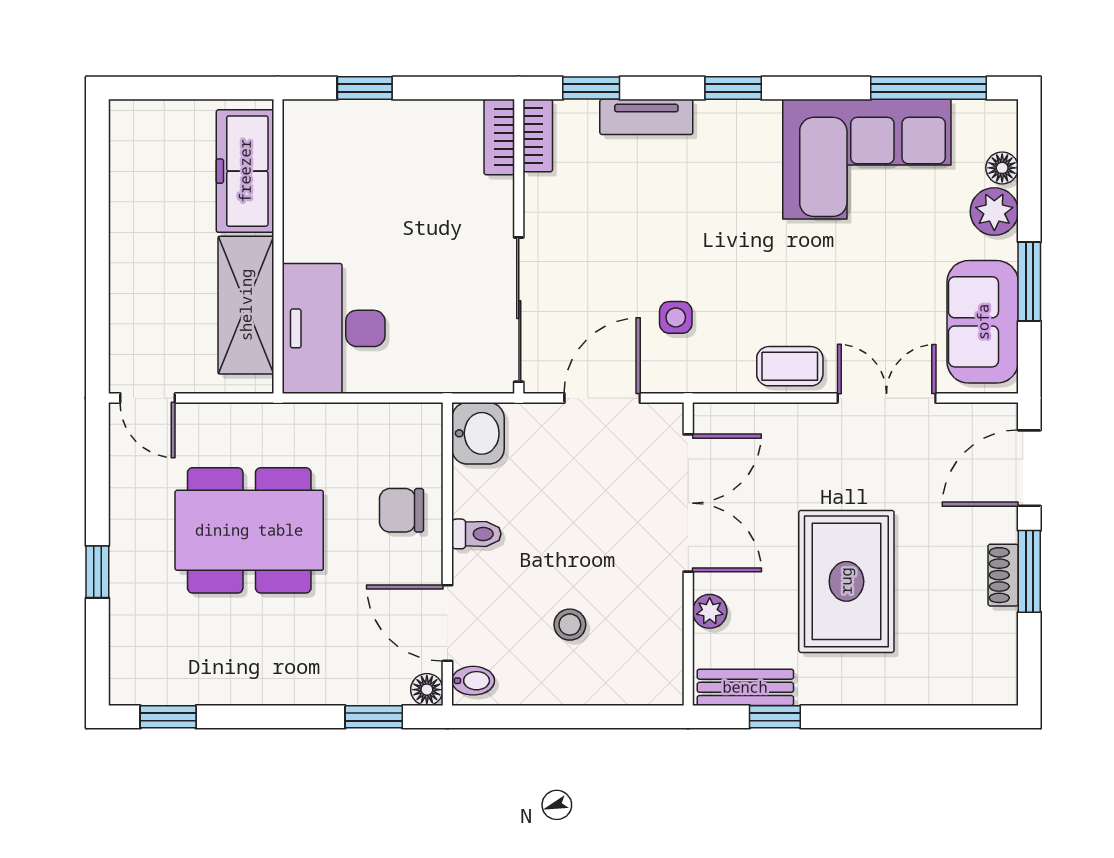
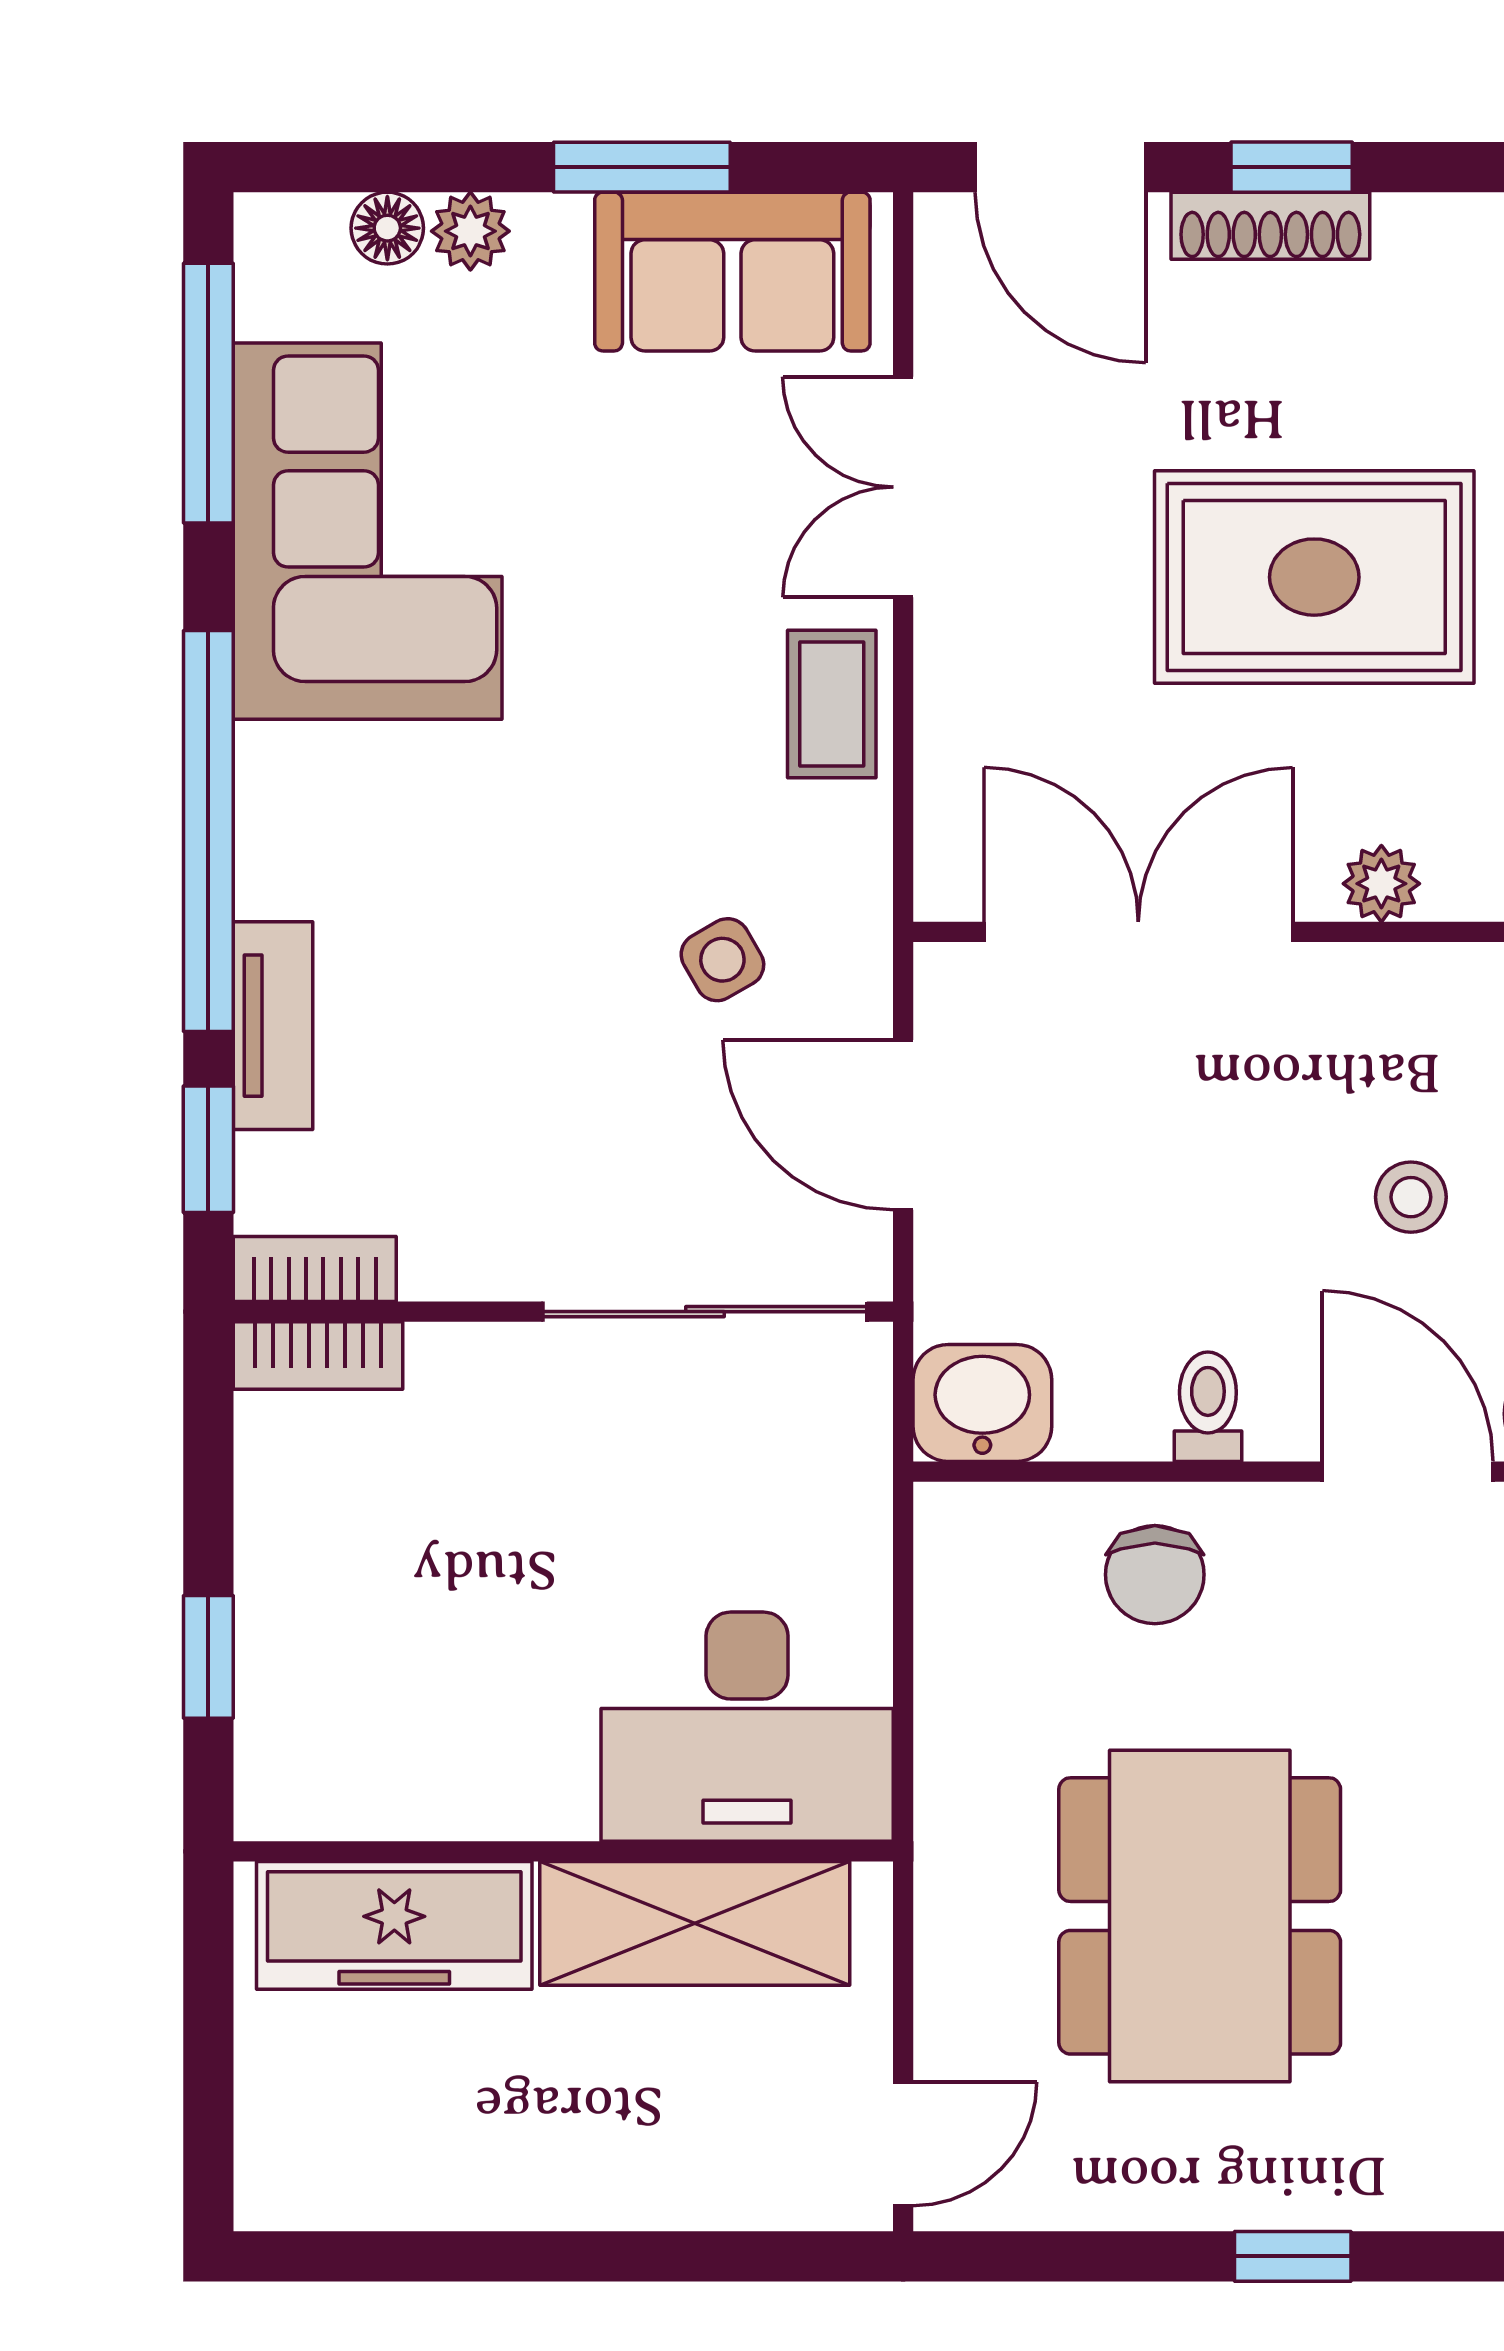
window: (733, 88) -> (208, 831), width x3.17
plant: (994, 212) -> (470, 231), width x0.73, depth x0.73
side table: (676, 317) -> (722, 960), turned -30
window: (1029, 571) -> (1292, 167), width x0.67
shoe rack: (1003, 575) -> (1270, 226), width x1.43
door: (447, 623) -> (1408, 1472), swing flipped

